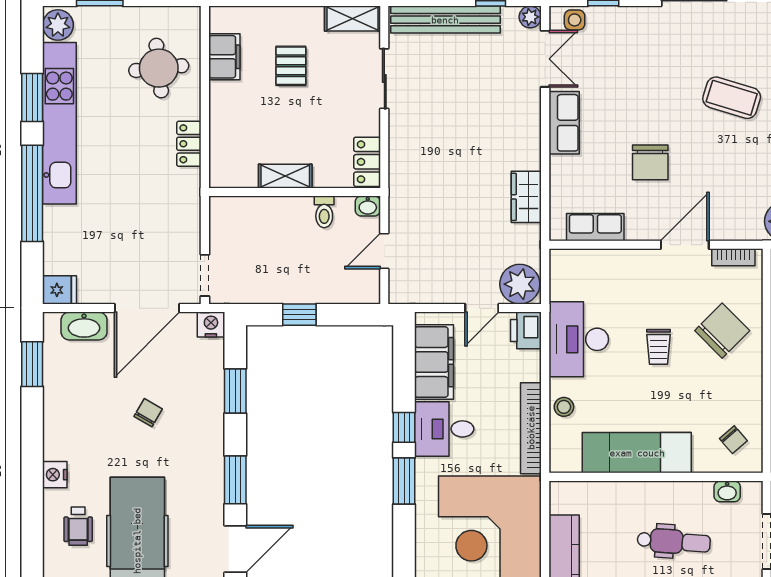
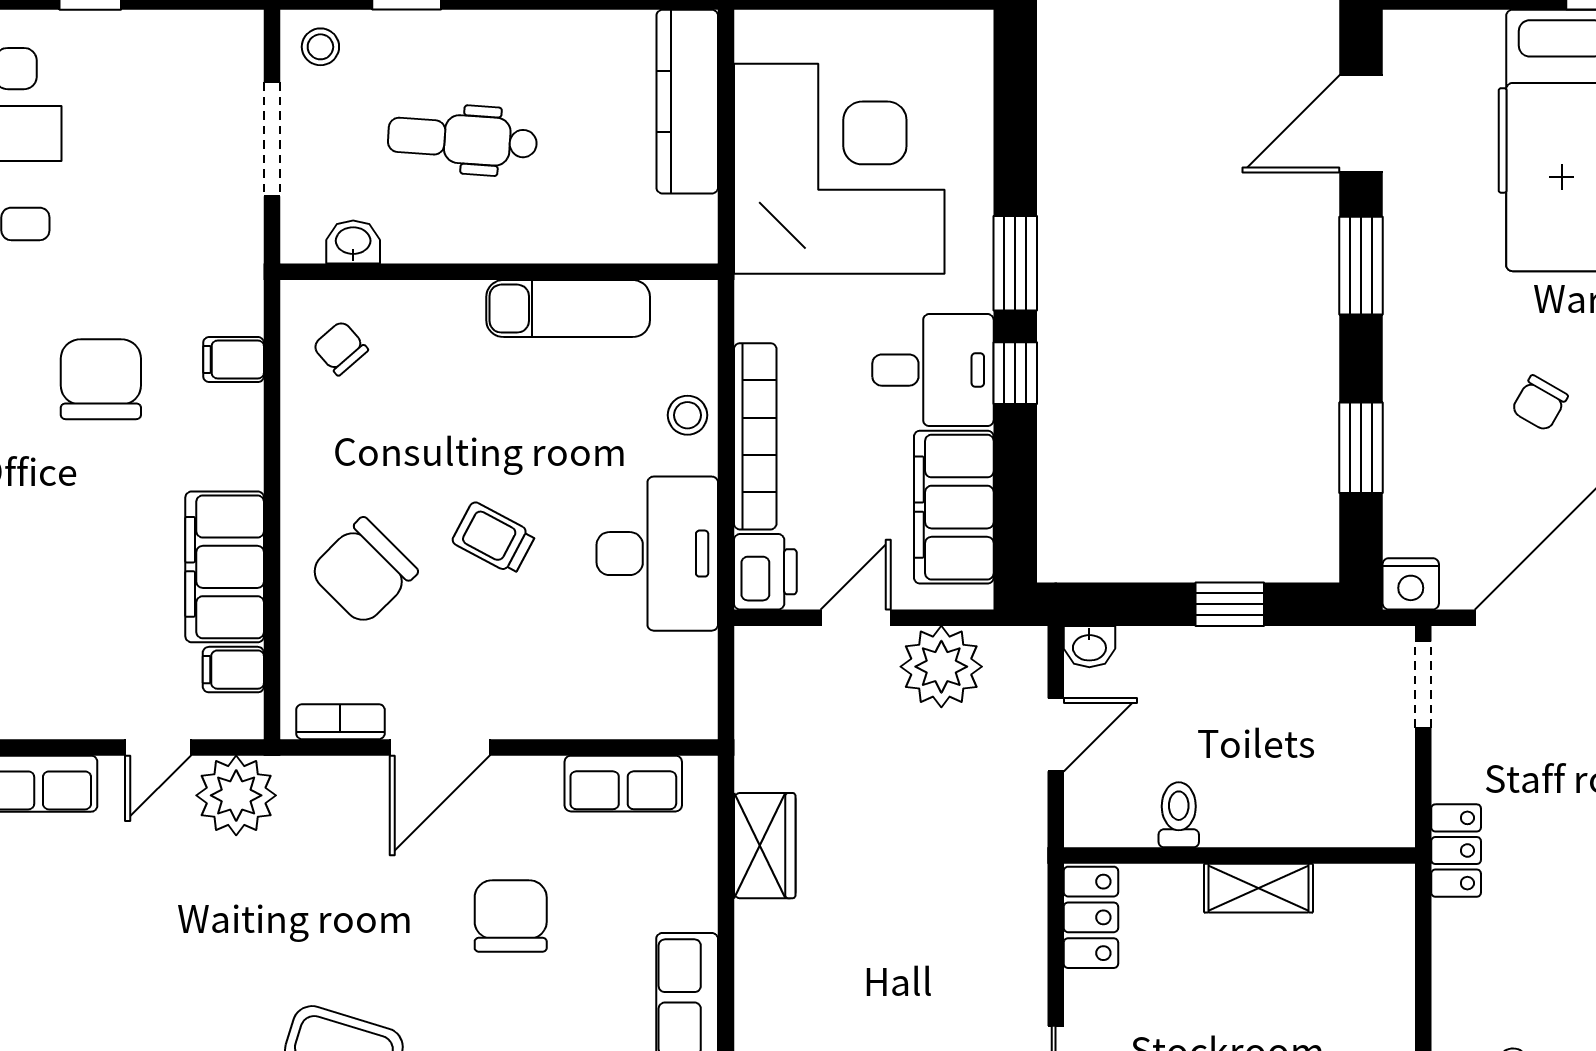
locker: (189, 144) -> (1456, 851), moved
washbasin: (368, 206) -> (1089, 647), moved, turned 180
plant: (520, 284) -> (941, 667), moved
trolley: (659, 347) -> (494, 538), turned -62
bookcase: (531, 428) -> (755, 436), moved
exam couch: (637, 453) -> (568, 309), width x0.73, depth x0.69

